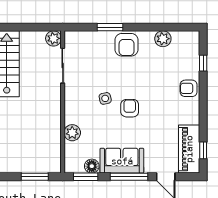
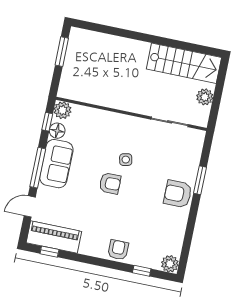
plant: (53, 38) -> (205, 97), moved
plant: (163, 39) -> (170, 264), moved
plant: (72, 133) -> (63, 110), moved
window: (35, 177) -> (62, 52), moved
window: (86, 177) -> (47, 122), width x0.67

